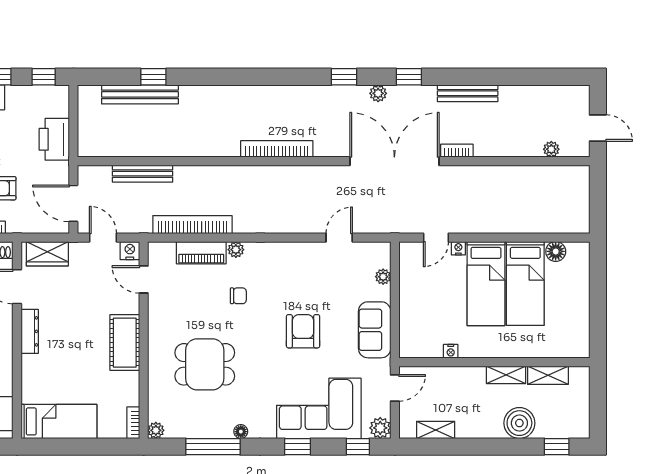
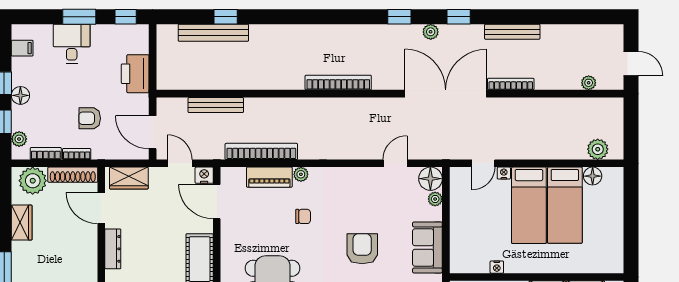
bookcase: (457, 151) -> (511, 84), width x1.56
plant: (561, 222) -> (598, 149), added
floor lamp: (378, 254) -> (430, 179), added
door: (144, 279) -> (217, 202), width x1.38

